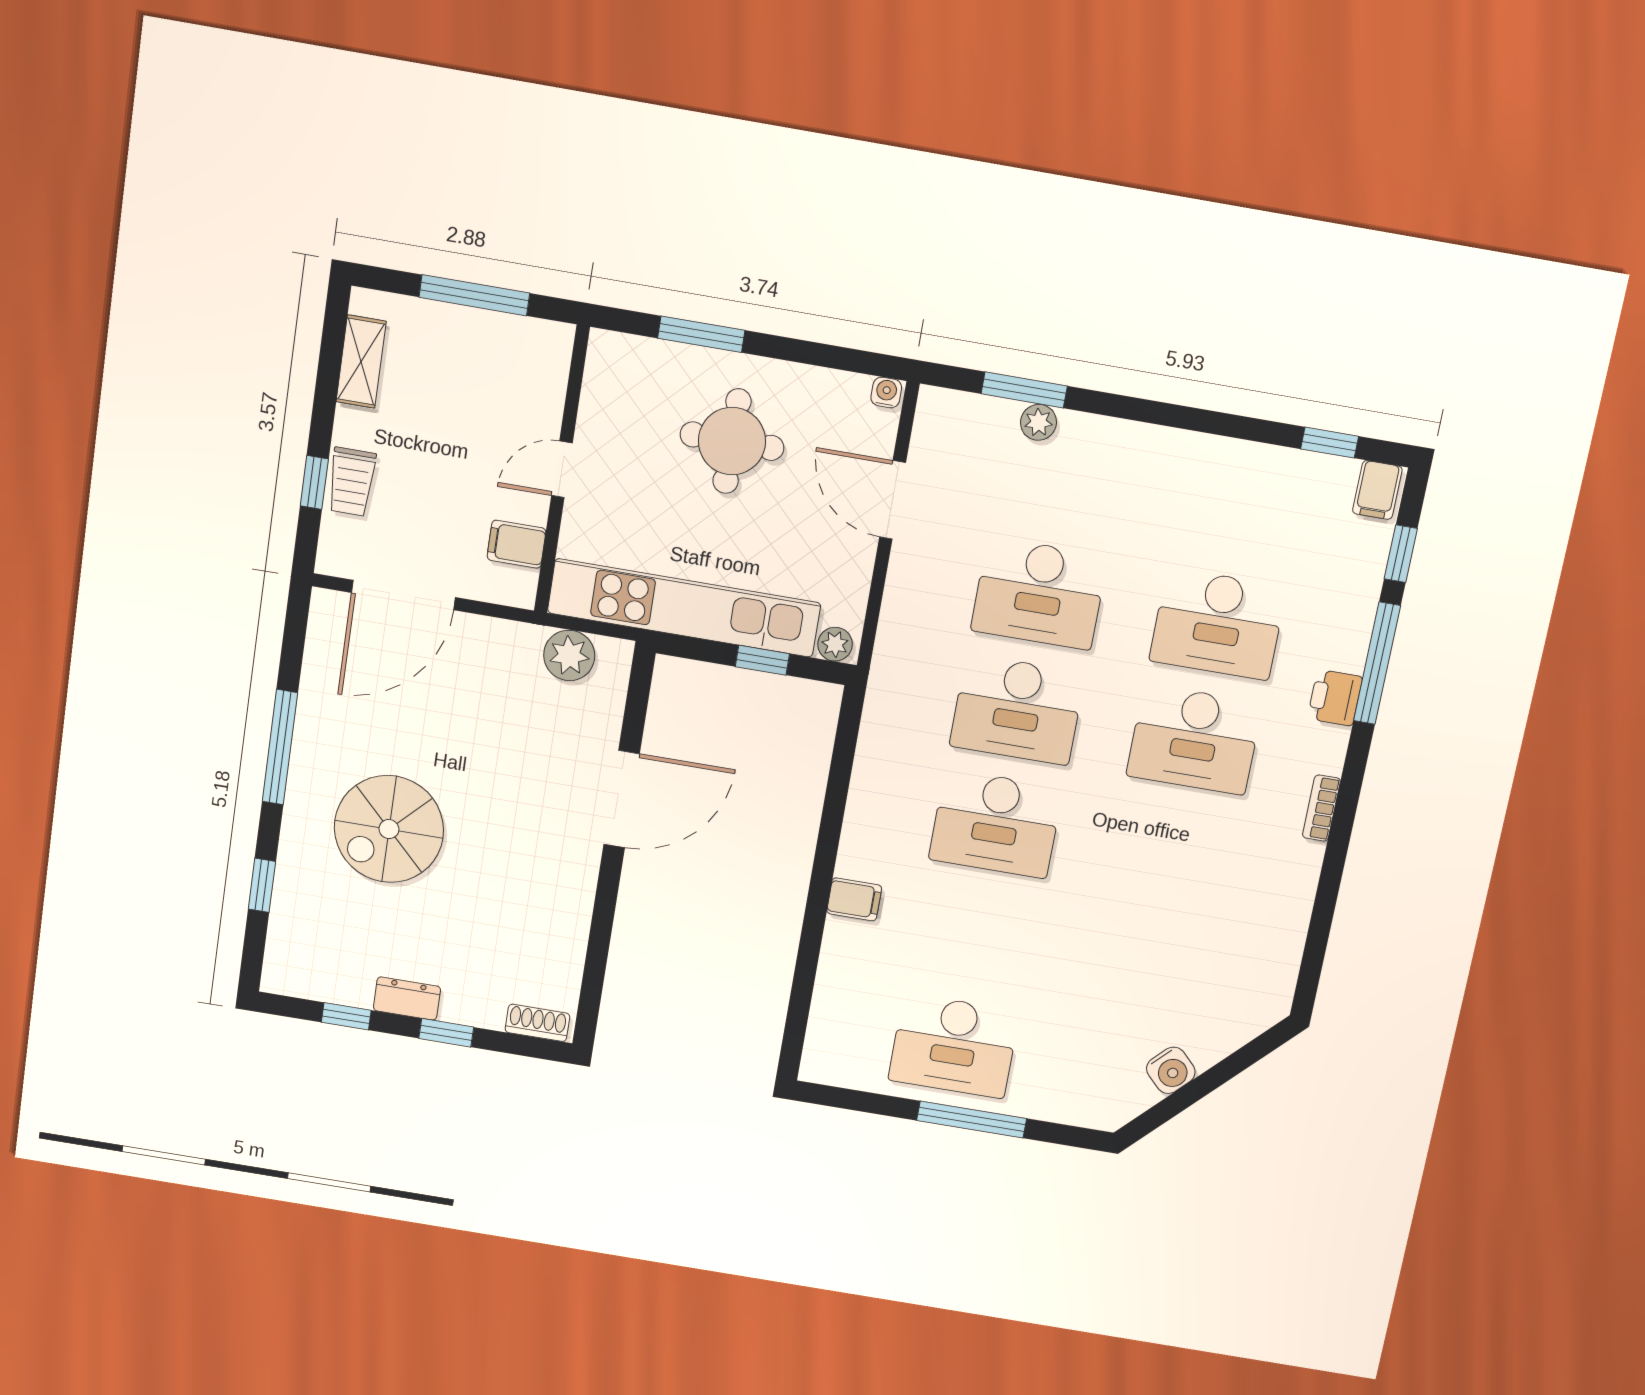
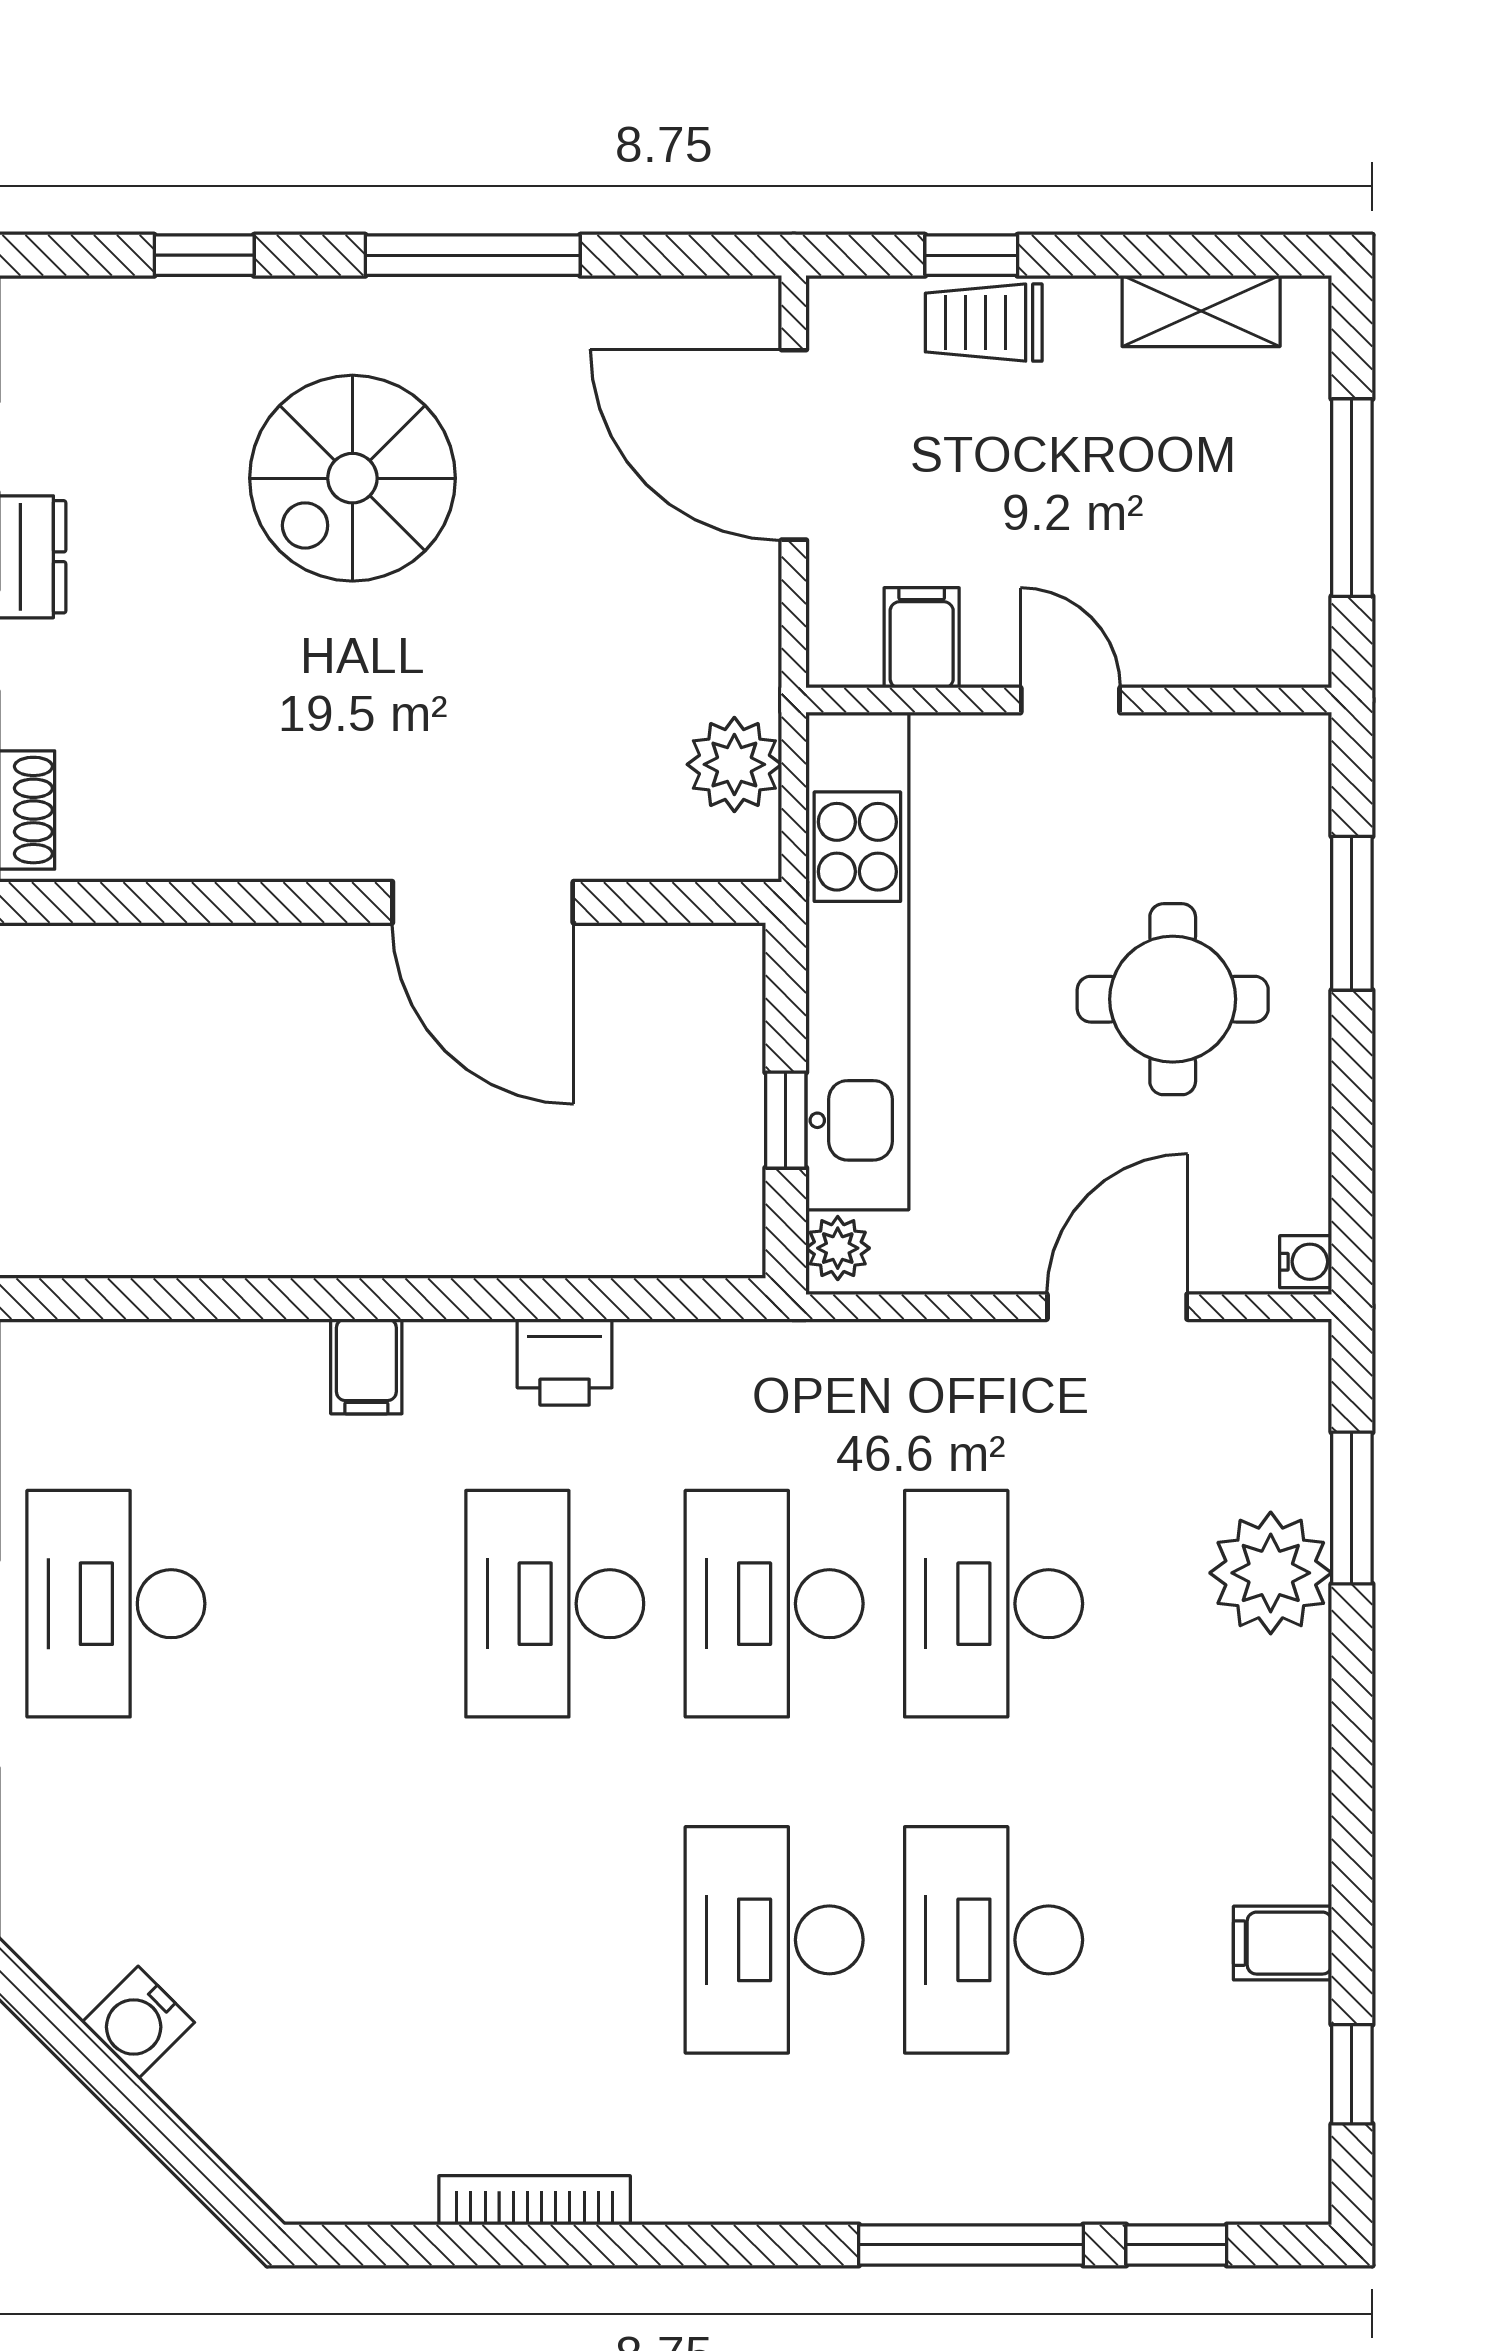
plant: (1038, 422) -> (1271, 1573), width x1.87, depth x1.87
filing cabinet: (1377, 490) -> (1283, 1943), moved
printer: (1335, 698) -> (565, 1362), moved, turned 180
bookcase: (1321, 808) -> (535, 2200), moved, width x1.56
spiral stairs: (389, 829) -> (352, 478), turned -90

